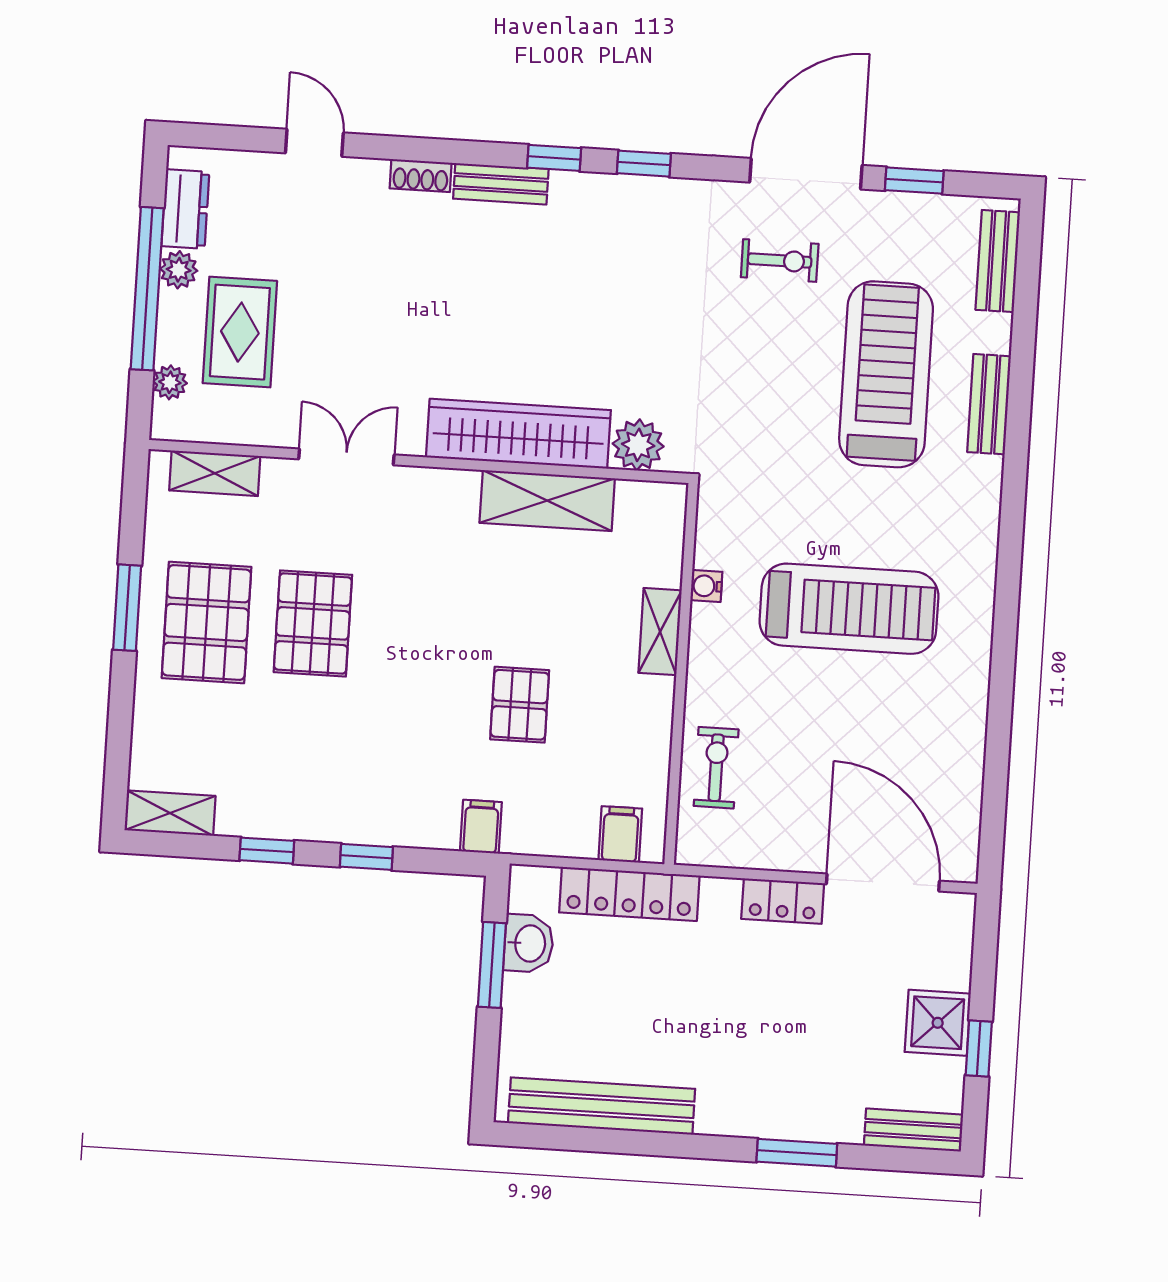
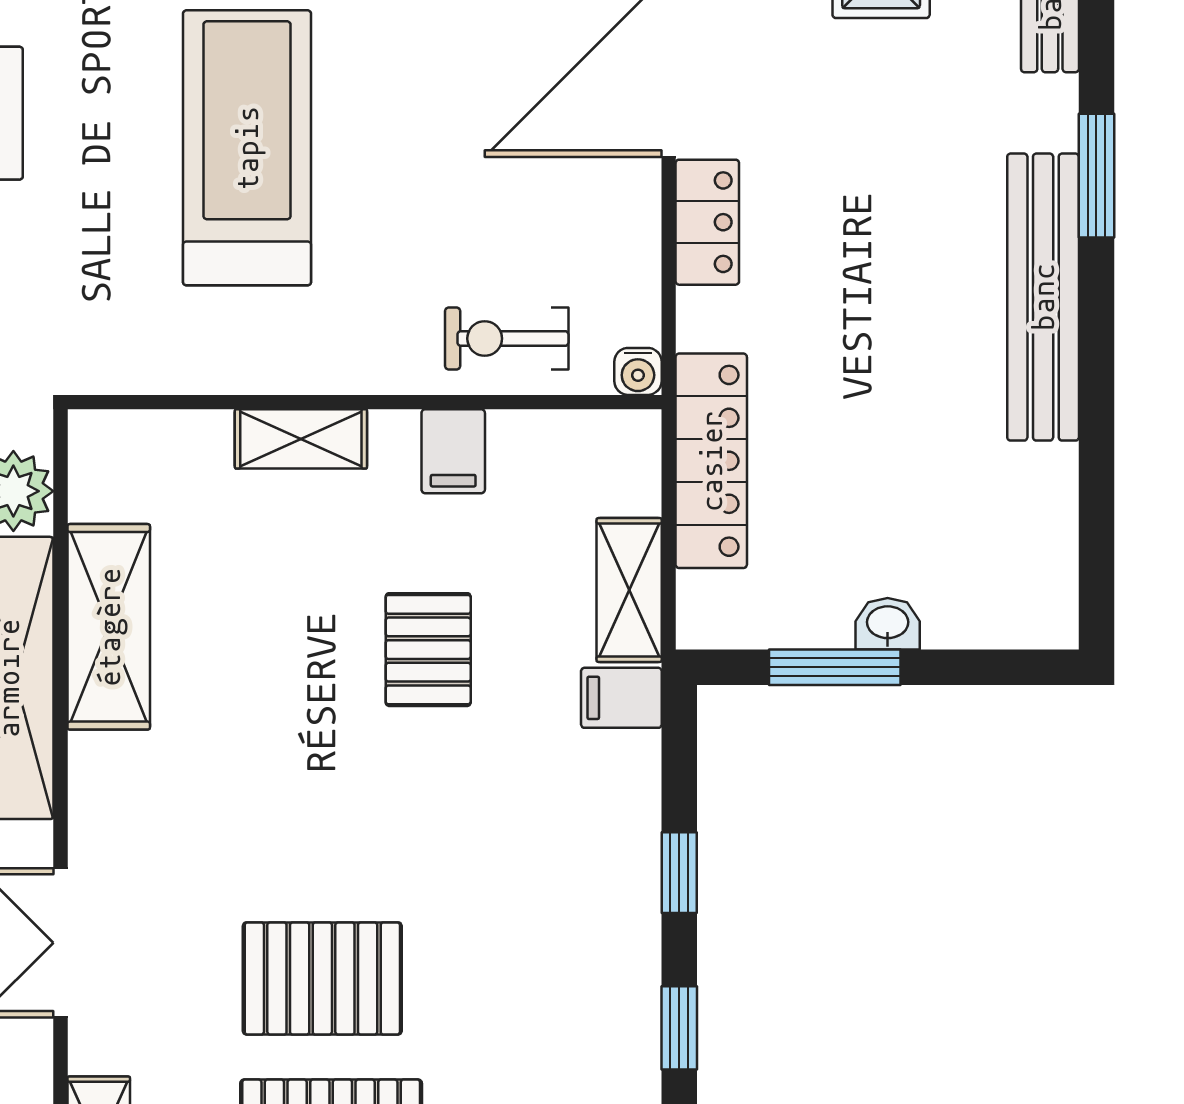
water cooler: (706, 586) -> (638, 371), moved
pallet: (520, 705) -> (428, 650), turned 90
filing cabinet: (620, 834) -> (453, 451), moved, turned -90
shelving: (550, 836) -> (629, 590), added
washbasin: (529, 943) -> (888, 624), moved, width x0.72, depth x0.69
bench: (602, 1106) -> (1043, 297), moved

